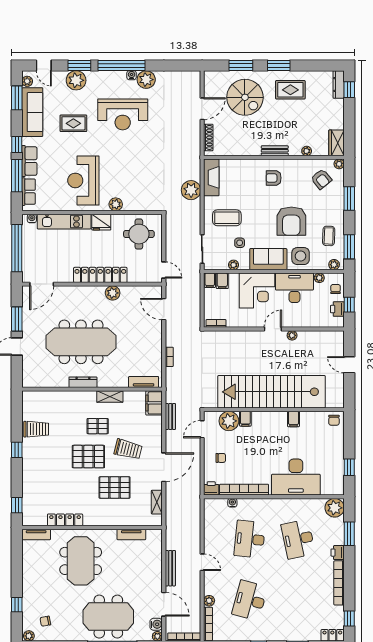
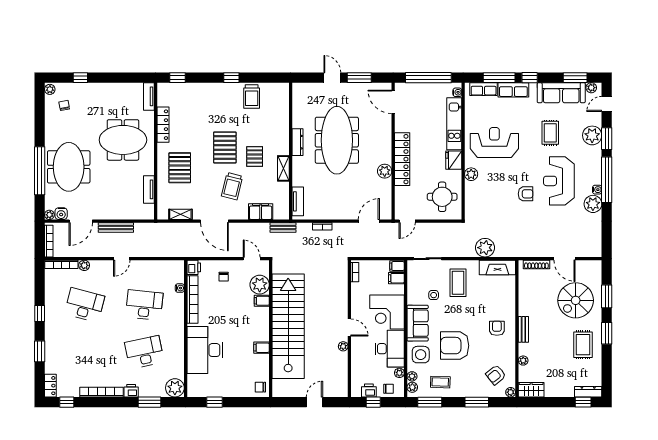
armchair: (136, 149) -> (526, 194), added
plant: (234, 265) -> (412, 376), moved
filing cabinet: (154, 403) -> (261, 212), moved
bench: (170, 416) -> (283, 227), moved
pallet: (115, 487) -> (180, 168), moved

